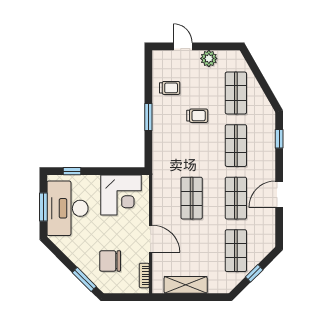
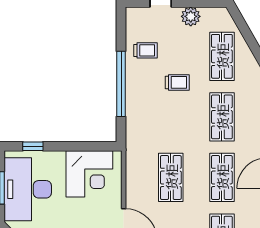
window: (148, 117) -> (121, 84), width x2.11

